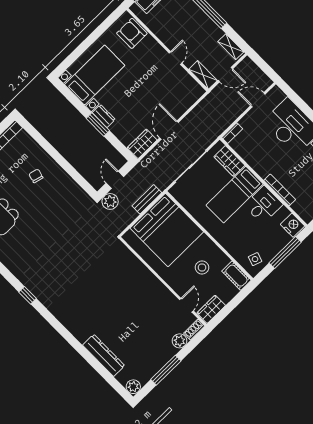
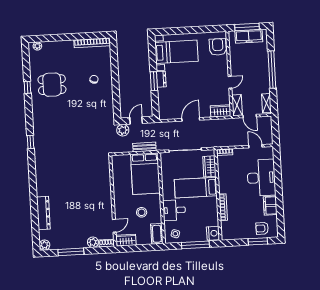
wardrobe: (142, 144) -> (221, 111), moved
desk: (263, 205) -> (174, 210), moved, turned 180
bed: (167, 230) -> (145, 174), width x0.73

